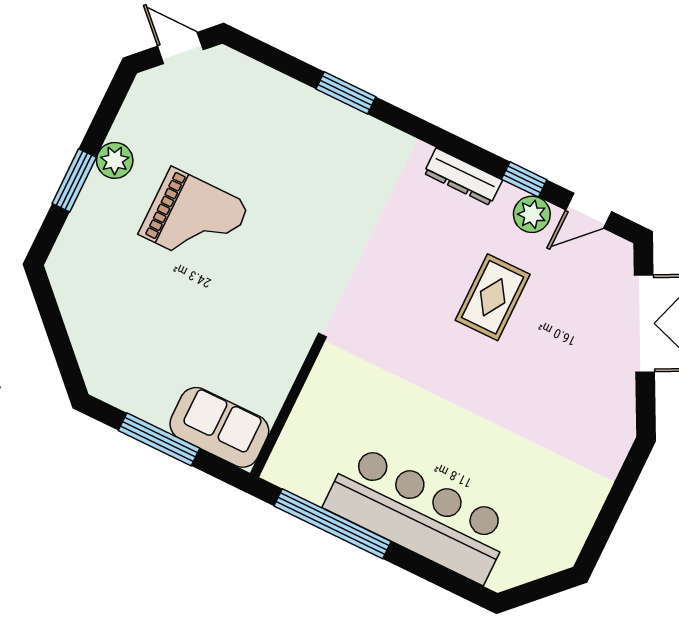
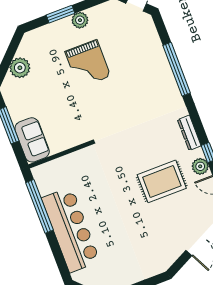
window: (346, 93) -> (177, 69), width x2.11
rug: (493, 297) -> (162, 181), width x1.36, depth x1.43
plant: (90, 329) -> (20, 68), added

